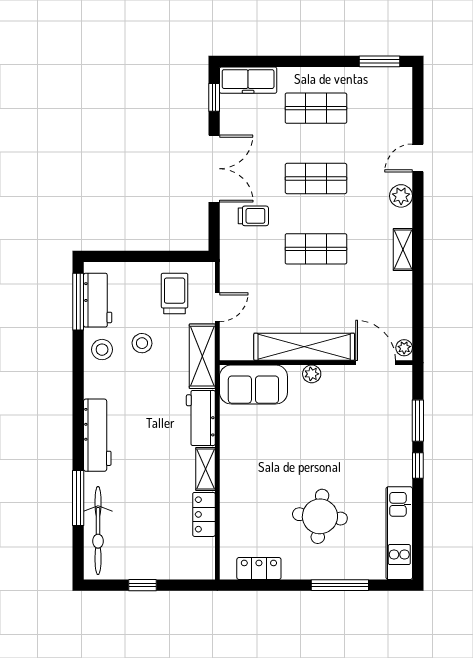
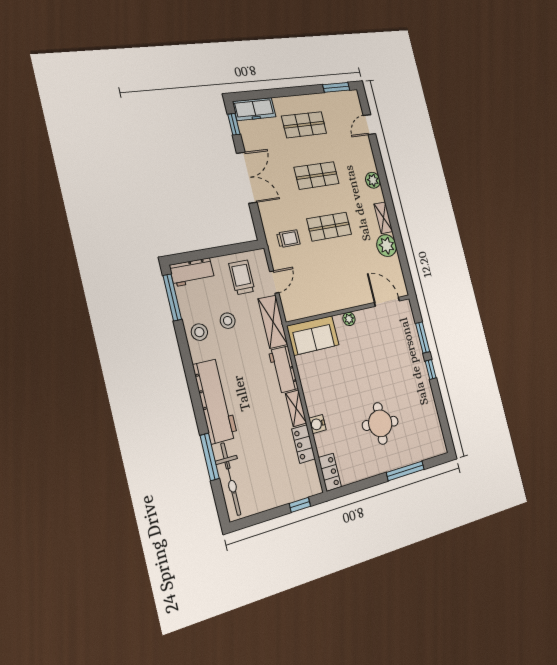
door: (418, 158) -> (369, 125), moved
trolley: (253, 216) -> (288, 239), moved
workbench: (98, 300) -> (192, 272), moved, turned 90
shelving: (304, 347) -> (339, 300), removed
plant: (404, 348) -> (387, 246), moved, width x1.87, depth x1.87
workbench: (97, 435) -> (215, 401), width x1.36, depth x1.32
water cooler: (230, 495) -> (317, 424), added
kitchen unit: (399, 533) -> (432, 421), removed
locker: (259, 569) -> (330, 472), moved, turned 90
window: (142, 585) -> (300, 505), moved

